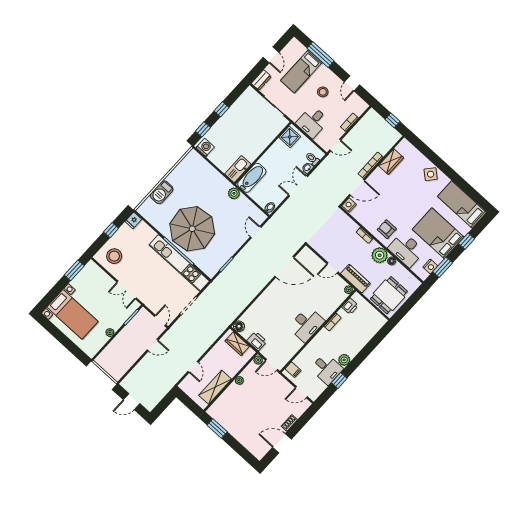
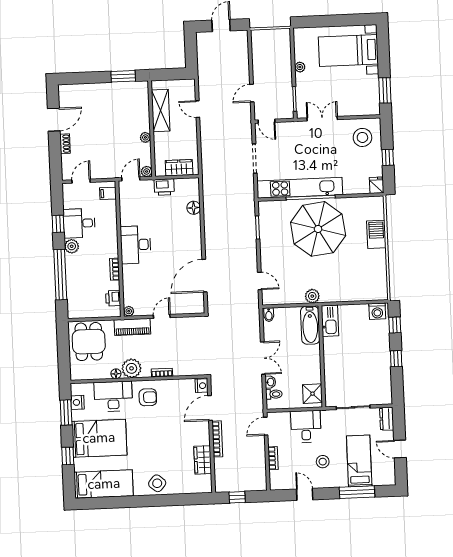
floor lamp: (239, 326) -> (194, 208), moved
window: (367, 350) -> (60, 275), added

